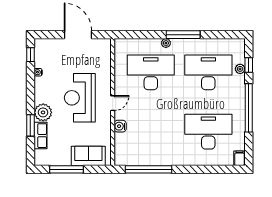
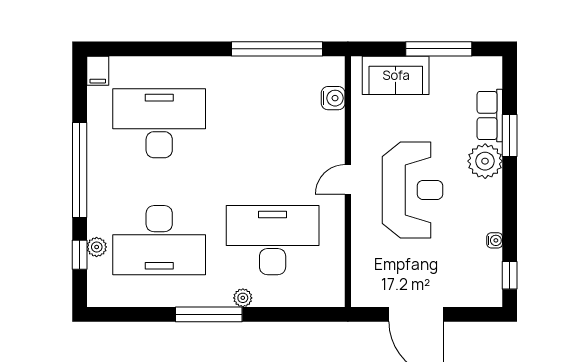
desk: (151, 72) -> (273, 240), turned 180
water cooler: (120, 126) -> (333, 98), moved
desk: (208, 132) -> (159, 123), turned 180

